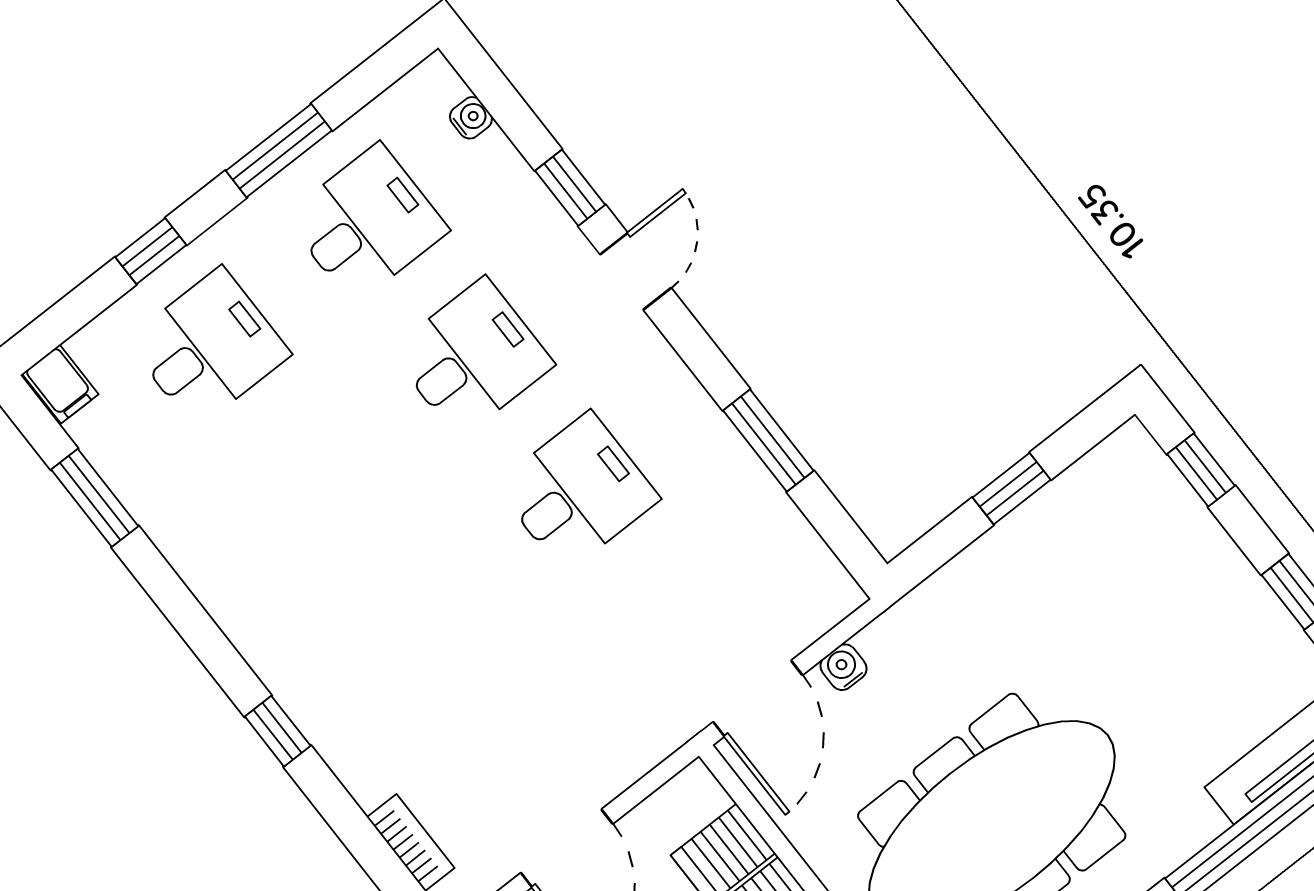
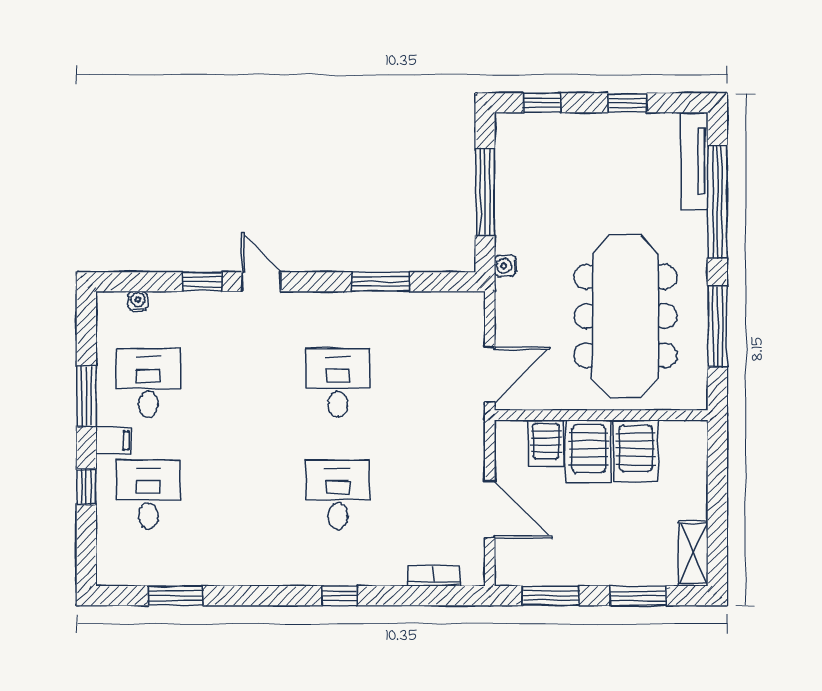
desk: (472, 358) -> (338, 494), moved
filing cabinet: (60, 384) -> (113, 441), moved
window: (1012, 489) -> (485, 192), width x2.17
water cooler: (843, 667) -> (505, 266), moved
door: (758, 699) -> (490, 375), hinge flipped

